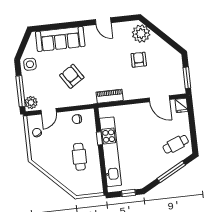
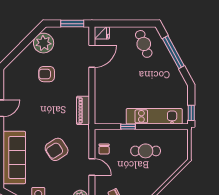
plant: (141, 34) -> (44, 43), moved
door: (49, 111) -> (92, 167), moved
kitchen unit: (110, 152) -> (154, 116), width x0.73
window: (129, 193) -> (191, 113), moved

